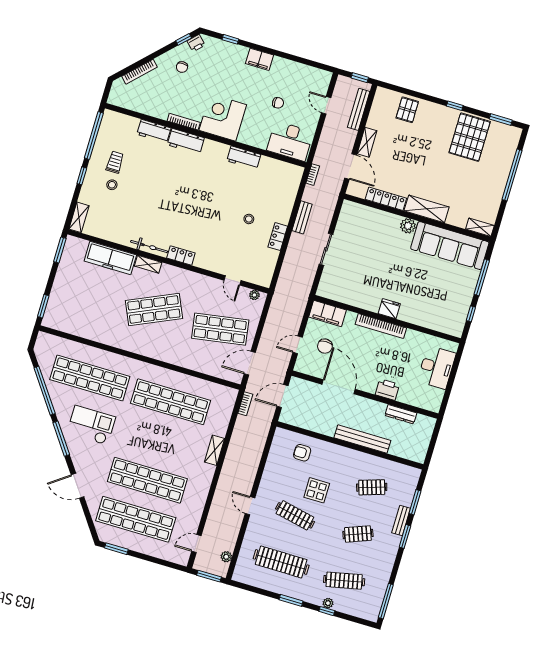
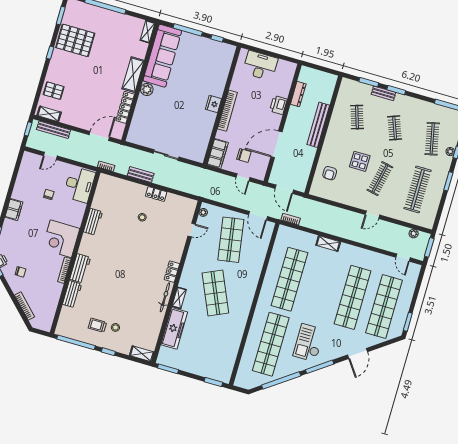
shelving: (367, 142) -> (49, 114), moved

